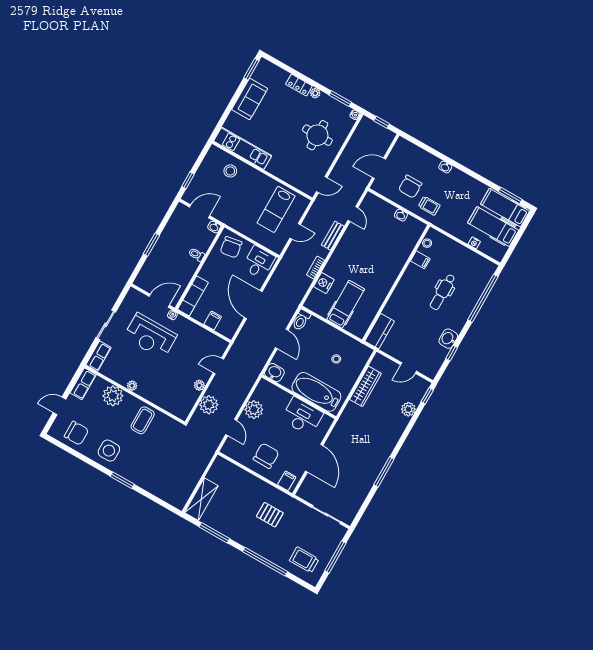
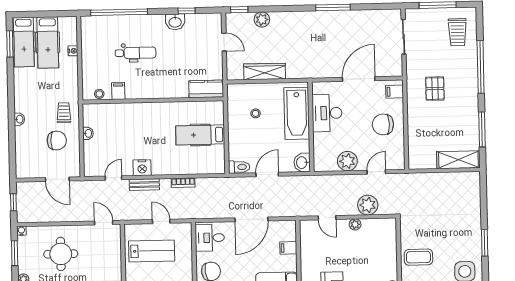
nightstand: (324, 283) -> (142, 168), moved

